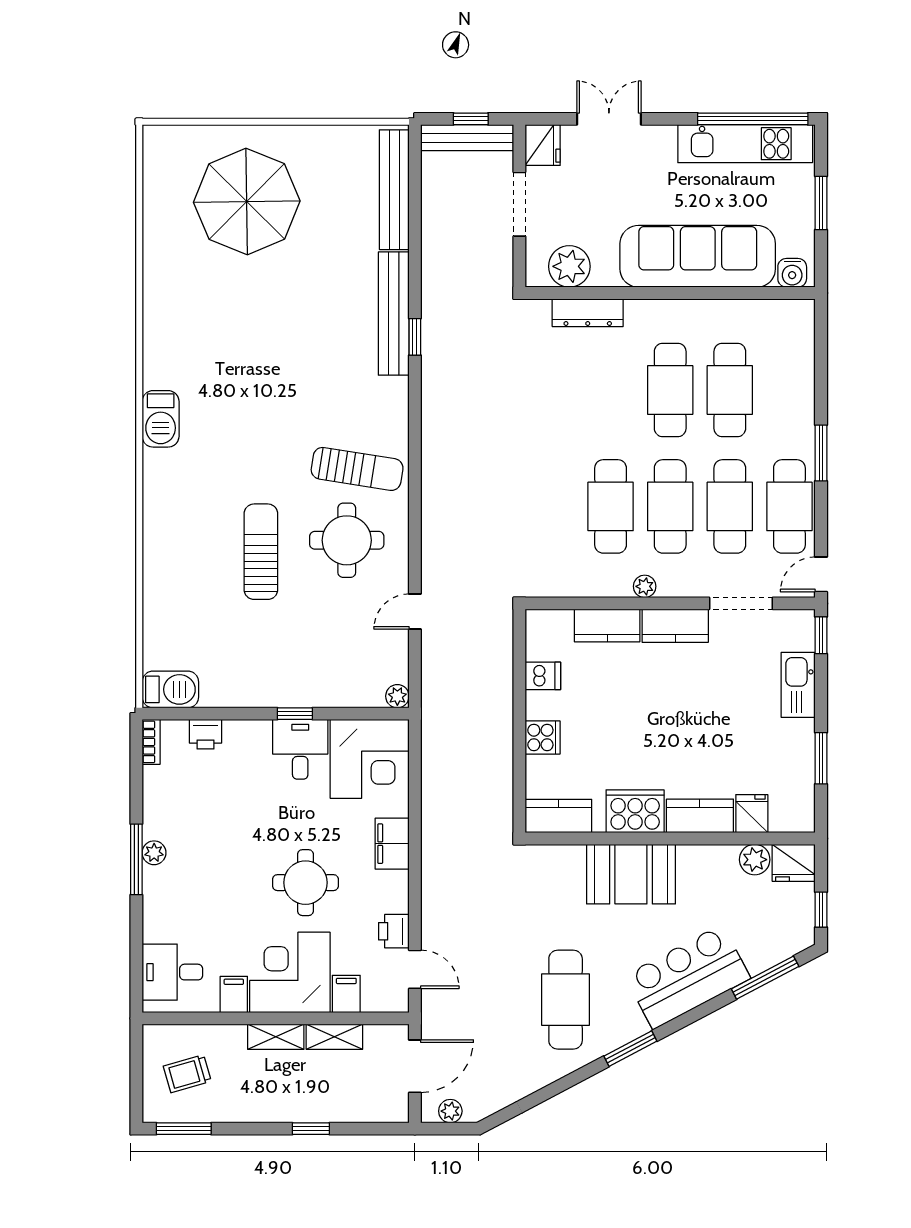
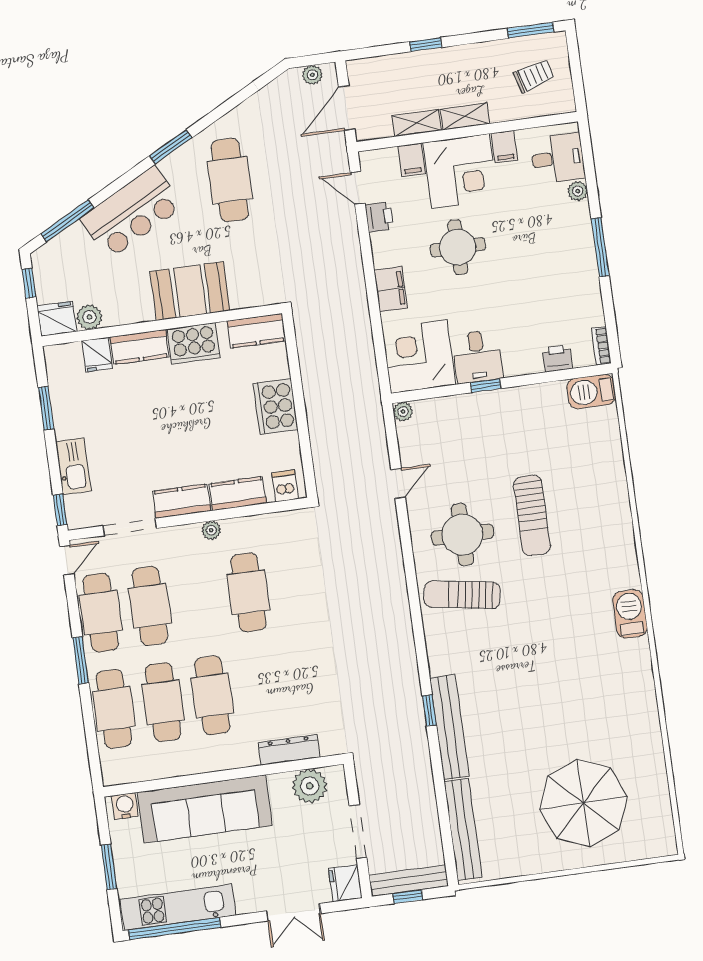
cafe table: (670, 506) -> (114, 709), moved
dishwasher: (543, 676) -> (285, 486), moved, turned 90
cooker: (543, 737) -> (276, 406), width x1.87, depth x1.31
plant: (154, 853) -> (578, 191), moved

